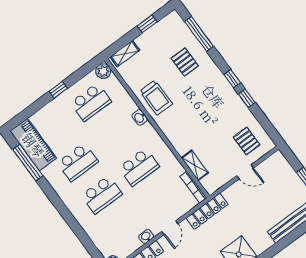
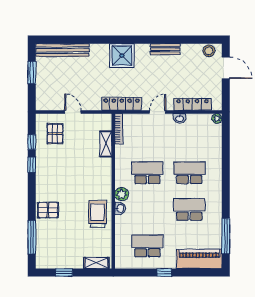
pallet: (185, 62) -> (48, 210), moved, turned 90
plant: (103, 71) -> (122, 194), moved
window: (232, 79) -> (32, 142), moved
piano: (33, 145) -> (199, 259), moved, turned 90

